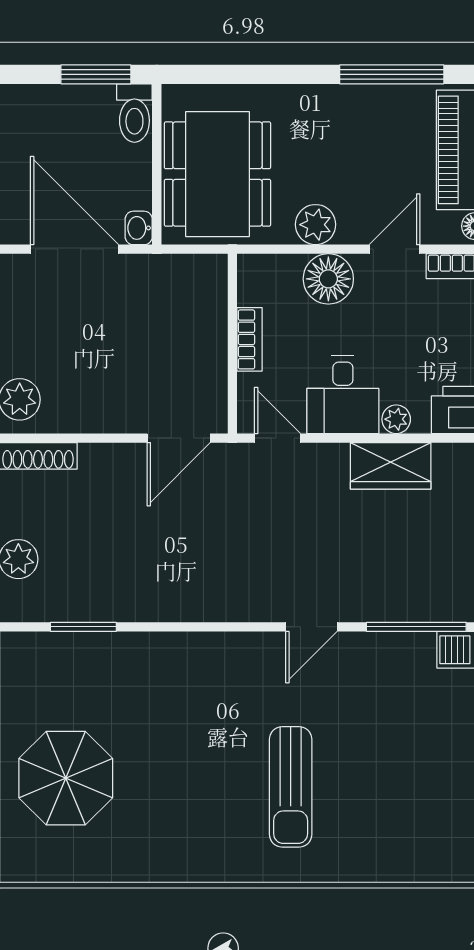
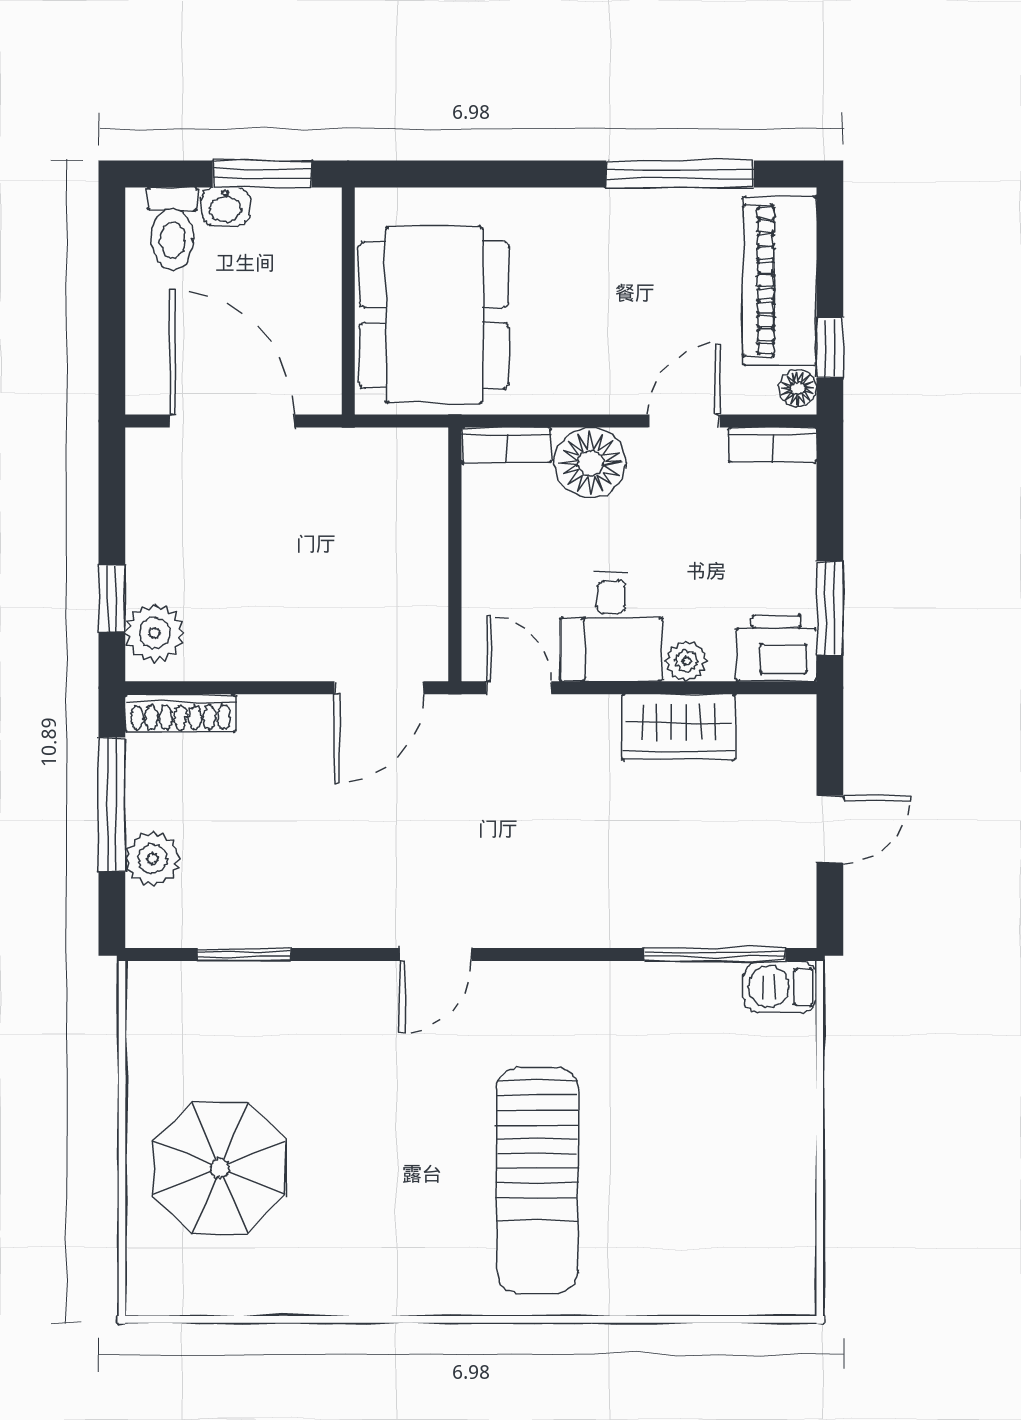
toilet: (134, 113) -> (172, 229), moved
plant: (316, 225) -> (573, 386), removed
washbasin: (139, 228) -> (225, 206), moved, turned -90
bookcase: (249, 339) -> (506, 445), moved, turned 90
door: (311, 627) -> (436, 954), moved
sun lounger: (291, 787) -> (537, 1180), width x1.36, depth x1.34

